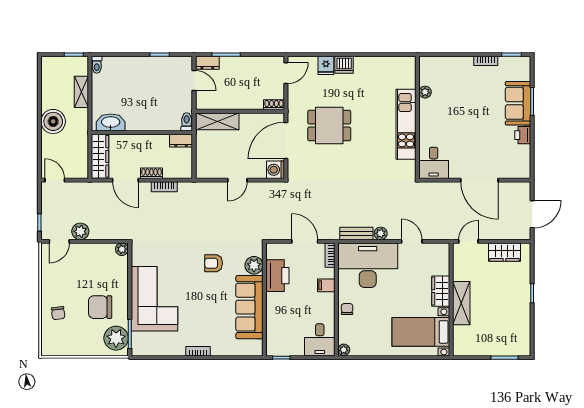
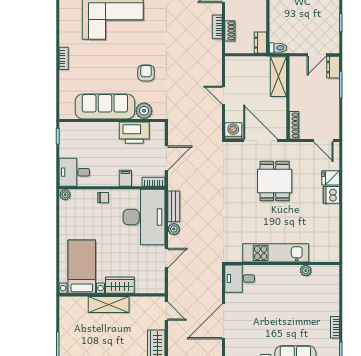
shoe rack: (274, 105) -> (294, 125), width x1.43
shoe rack: (151, 173) -> (230, 31), moved

